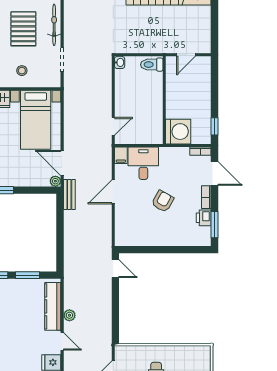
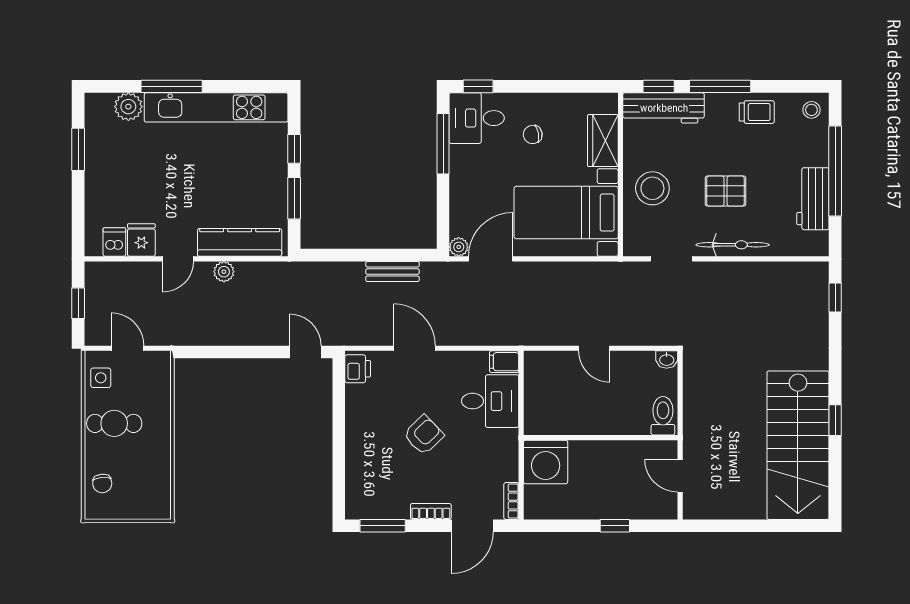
pallet: (23, 29) -> (726, 191), width x0.67, depth x0.71
stool: (22, 71) -> (652, 188), width x1.89, depth x1.89
door: (113, 126) -> (594, 348), moved
window: (215, 126) -> (615, 526), moved
door: (113, 192) -> (415, 348), moved
bench: (69, 195) -> (392, 272), moved
armchair: (163, 201) -> (424, 435), turned -73
printer: (204, 218) -> (358, 369), moved, turned 90
door: (115, 269) -> (305, 352), swing flipped

